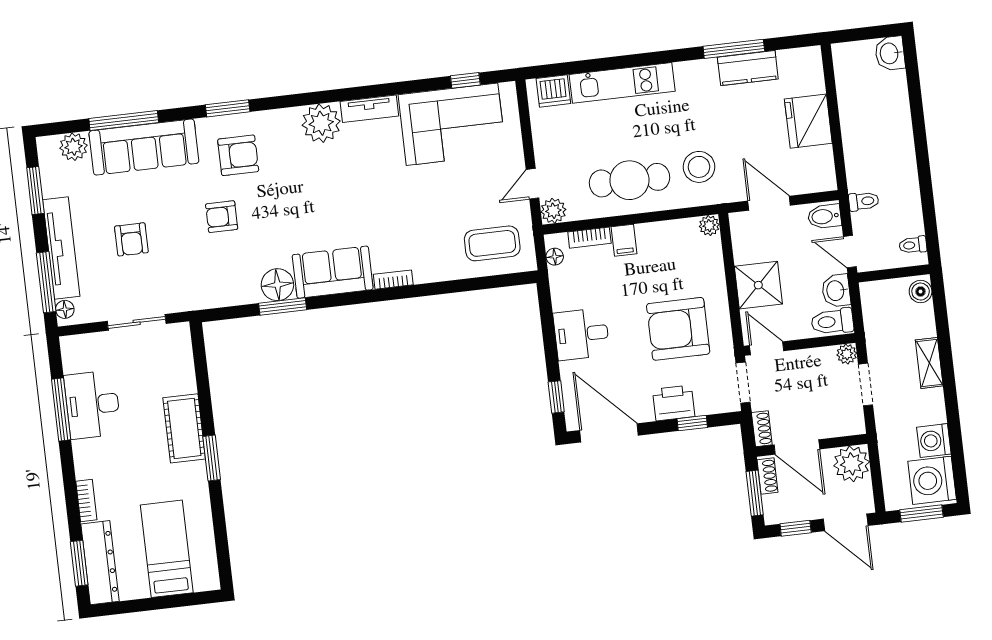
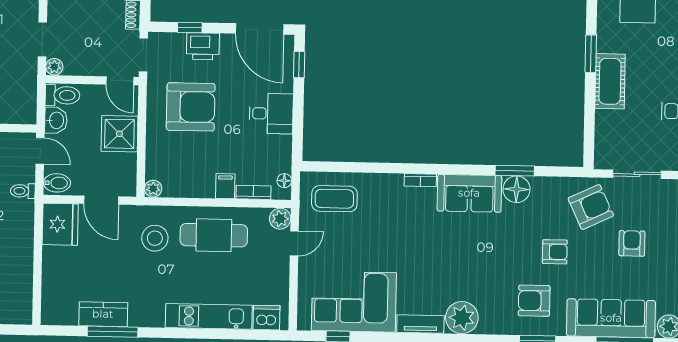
fridge: (808, 121) -> (60, 224), moved
armchair: (186, 276) -> (591, 207), added

